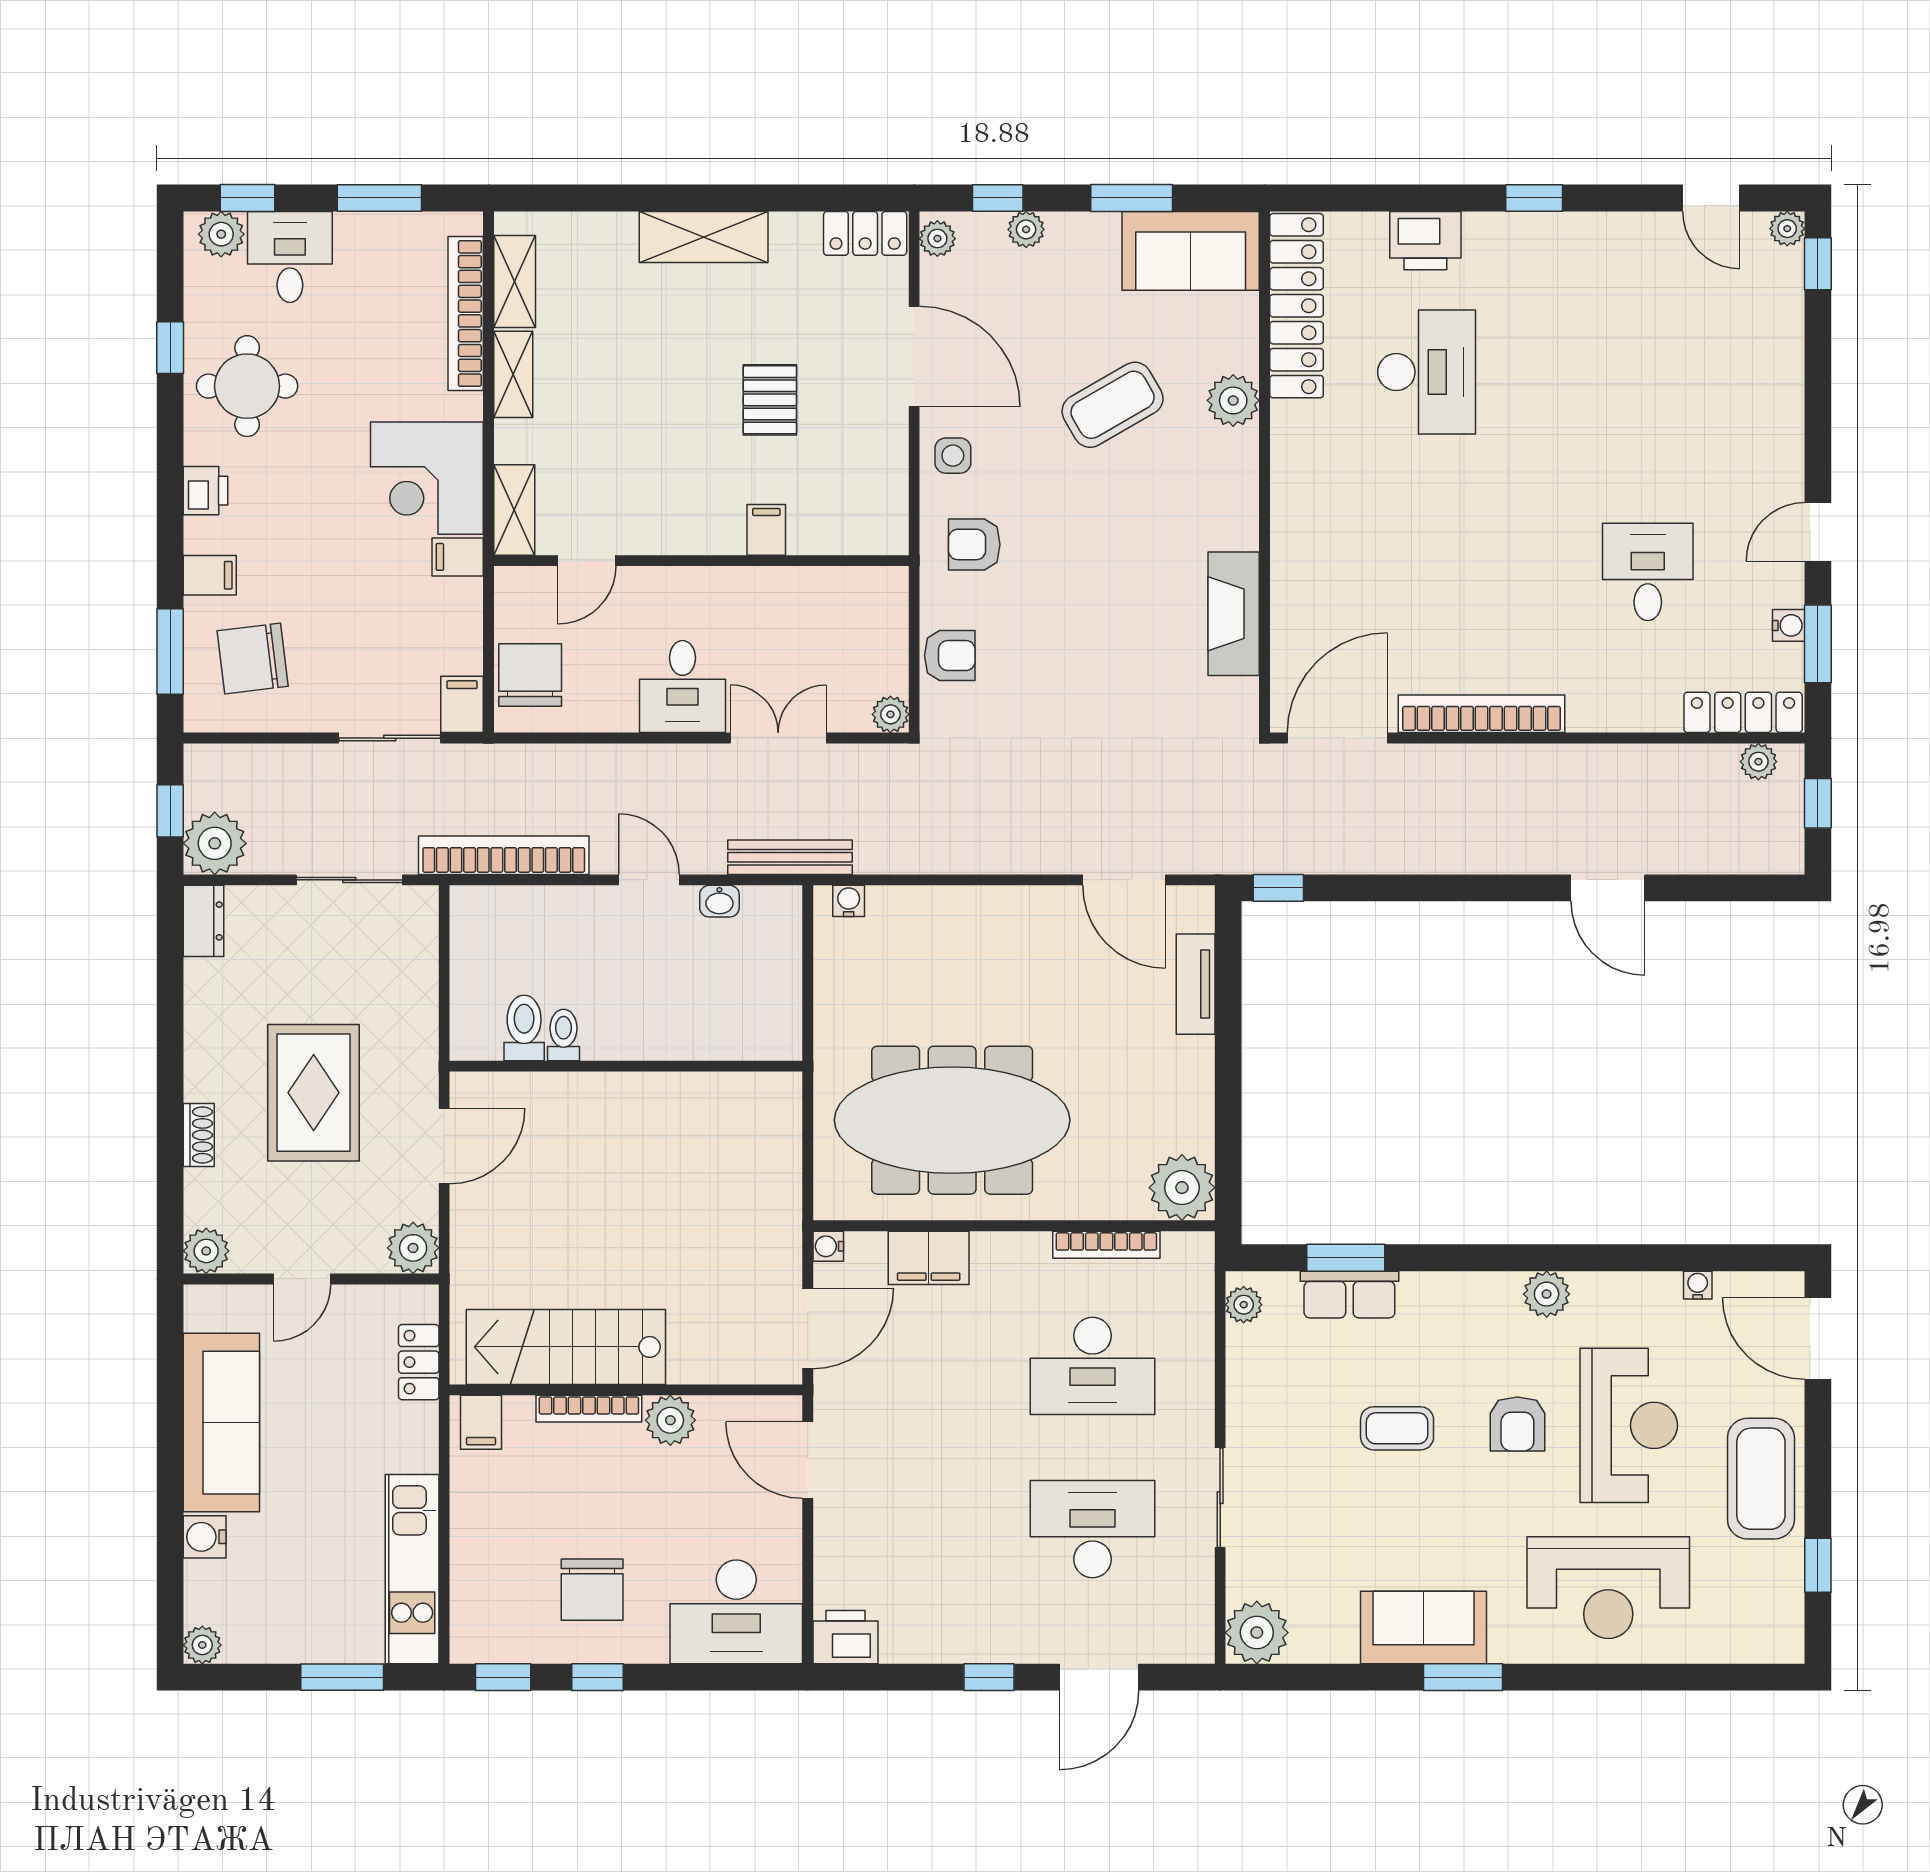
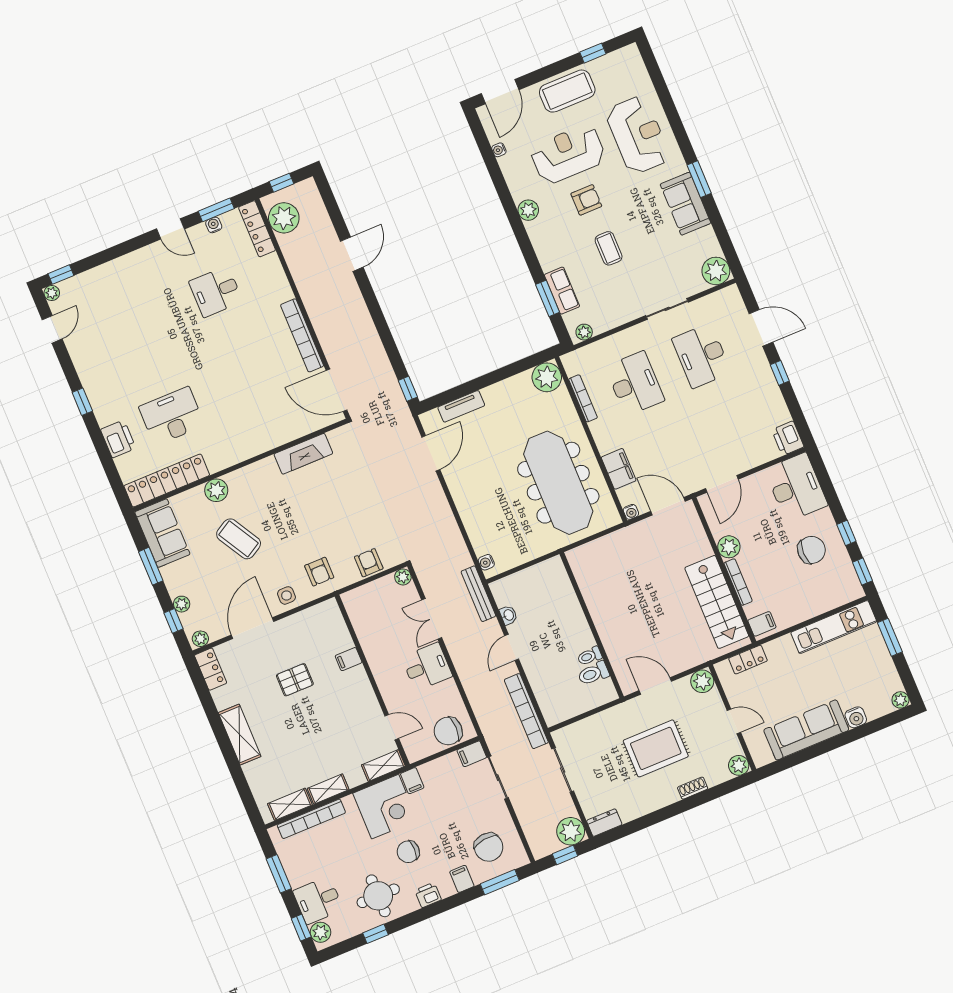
chair: (313, 487) -> (408, 852), added
plant: (1758, 762) -> (284, 218), width x1.88, depth x1.88

